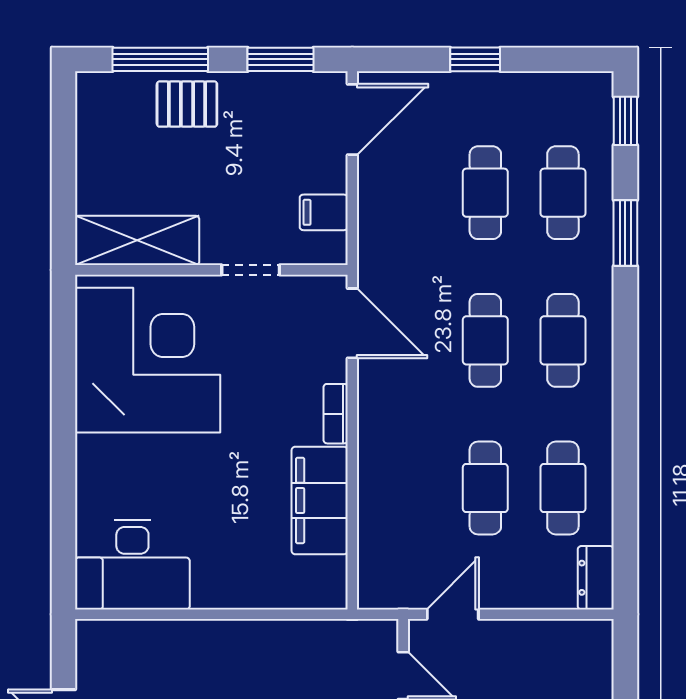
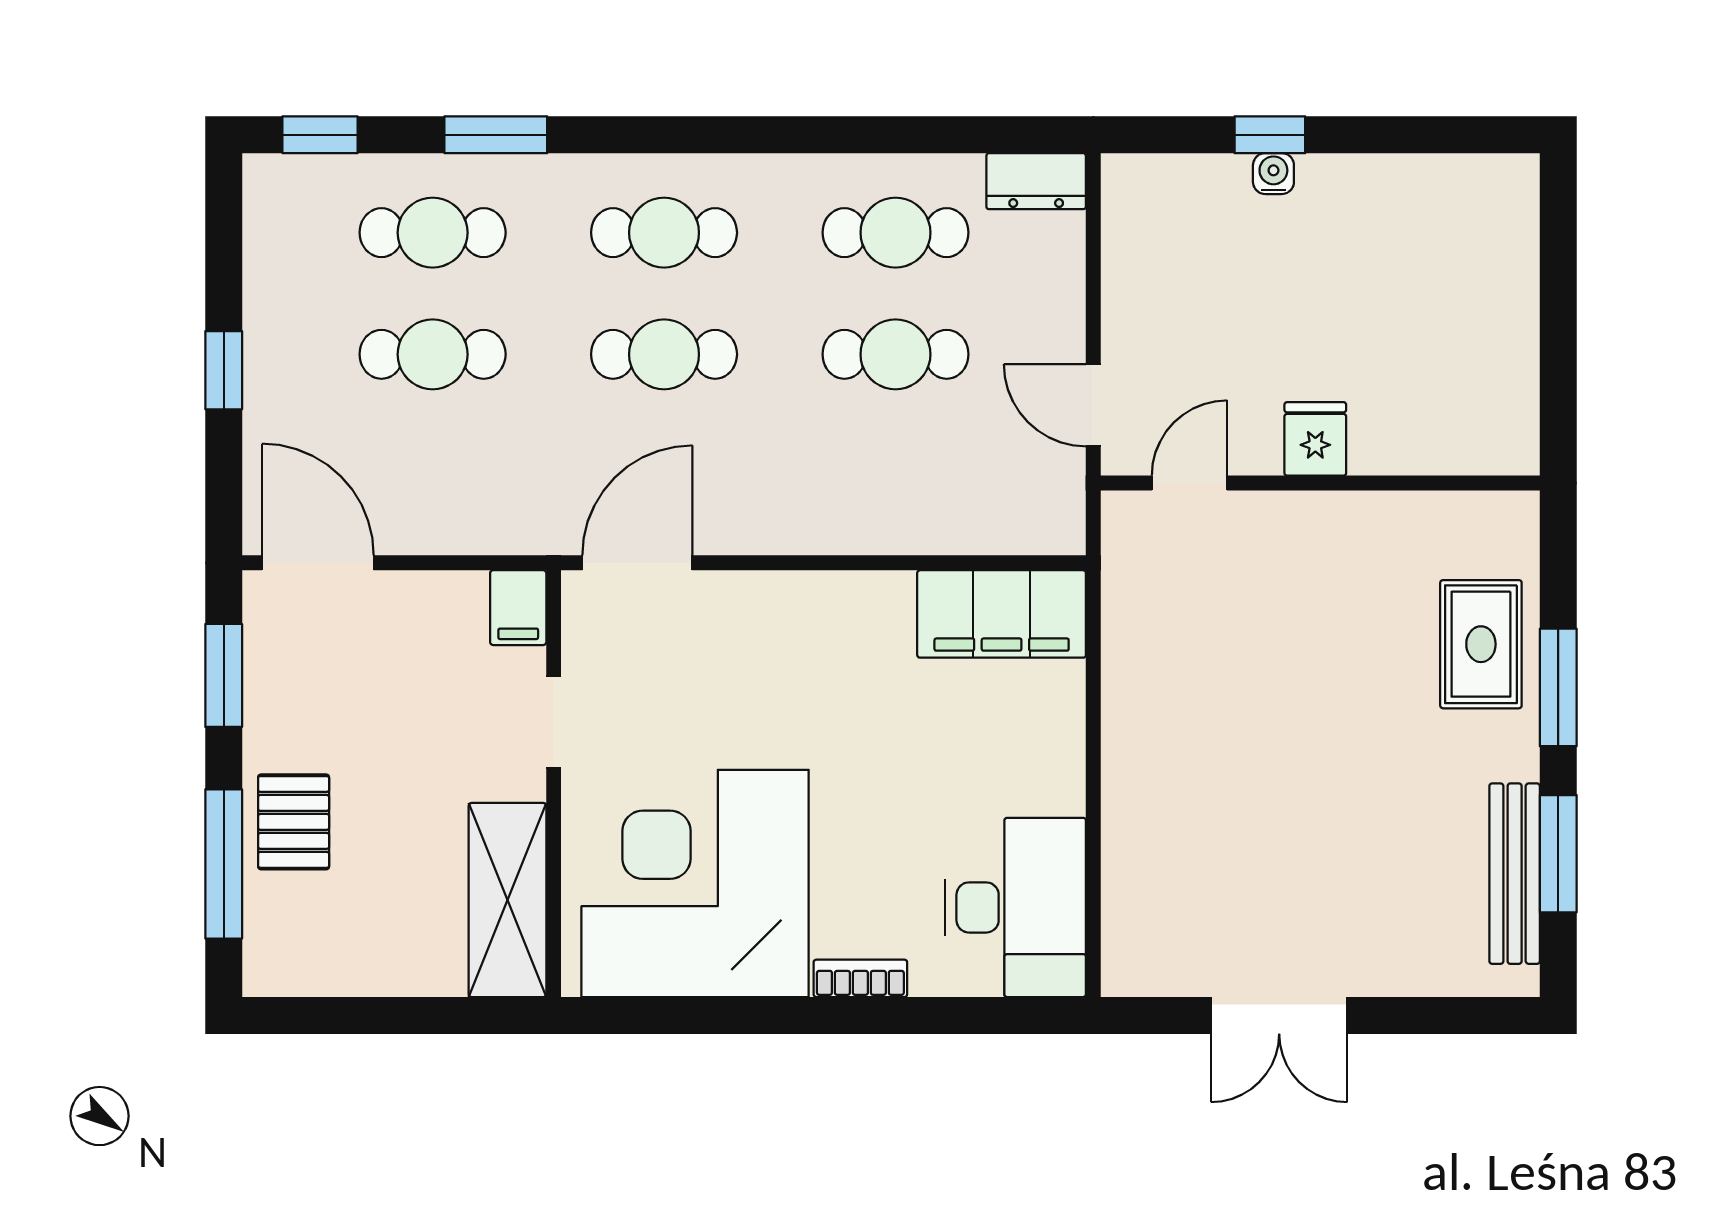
filing cabinet: (324, 212) -> (518, 608), moved
bookcase: (336, 414) -> (860, 978), moved, turned 180
filing cabinet: (320, 500) -> (1002, 614), moved

